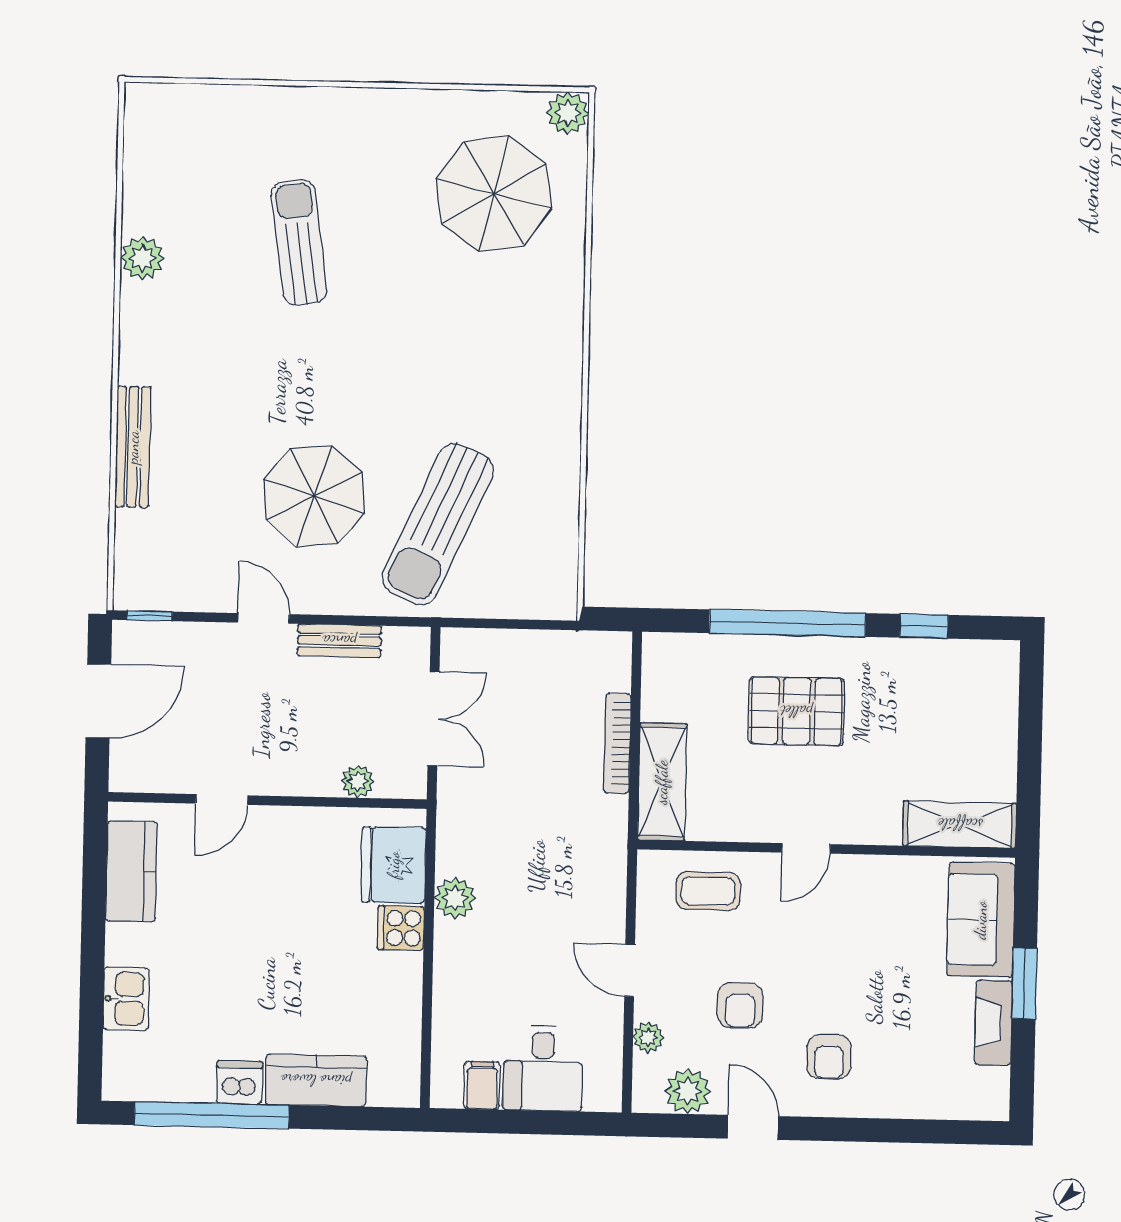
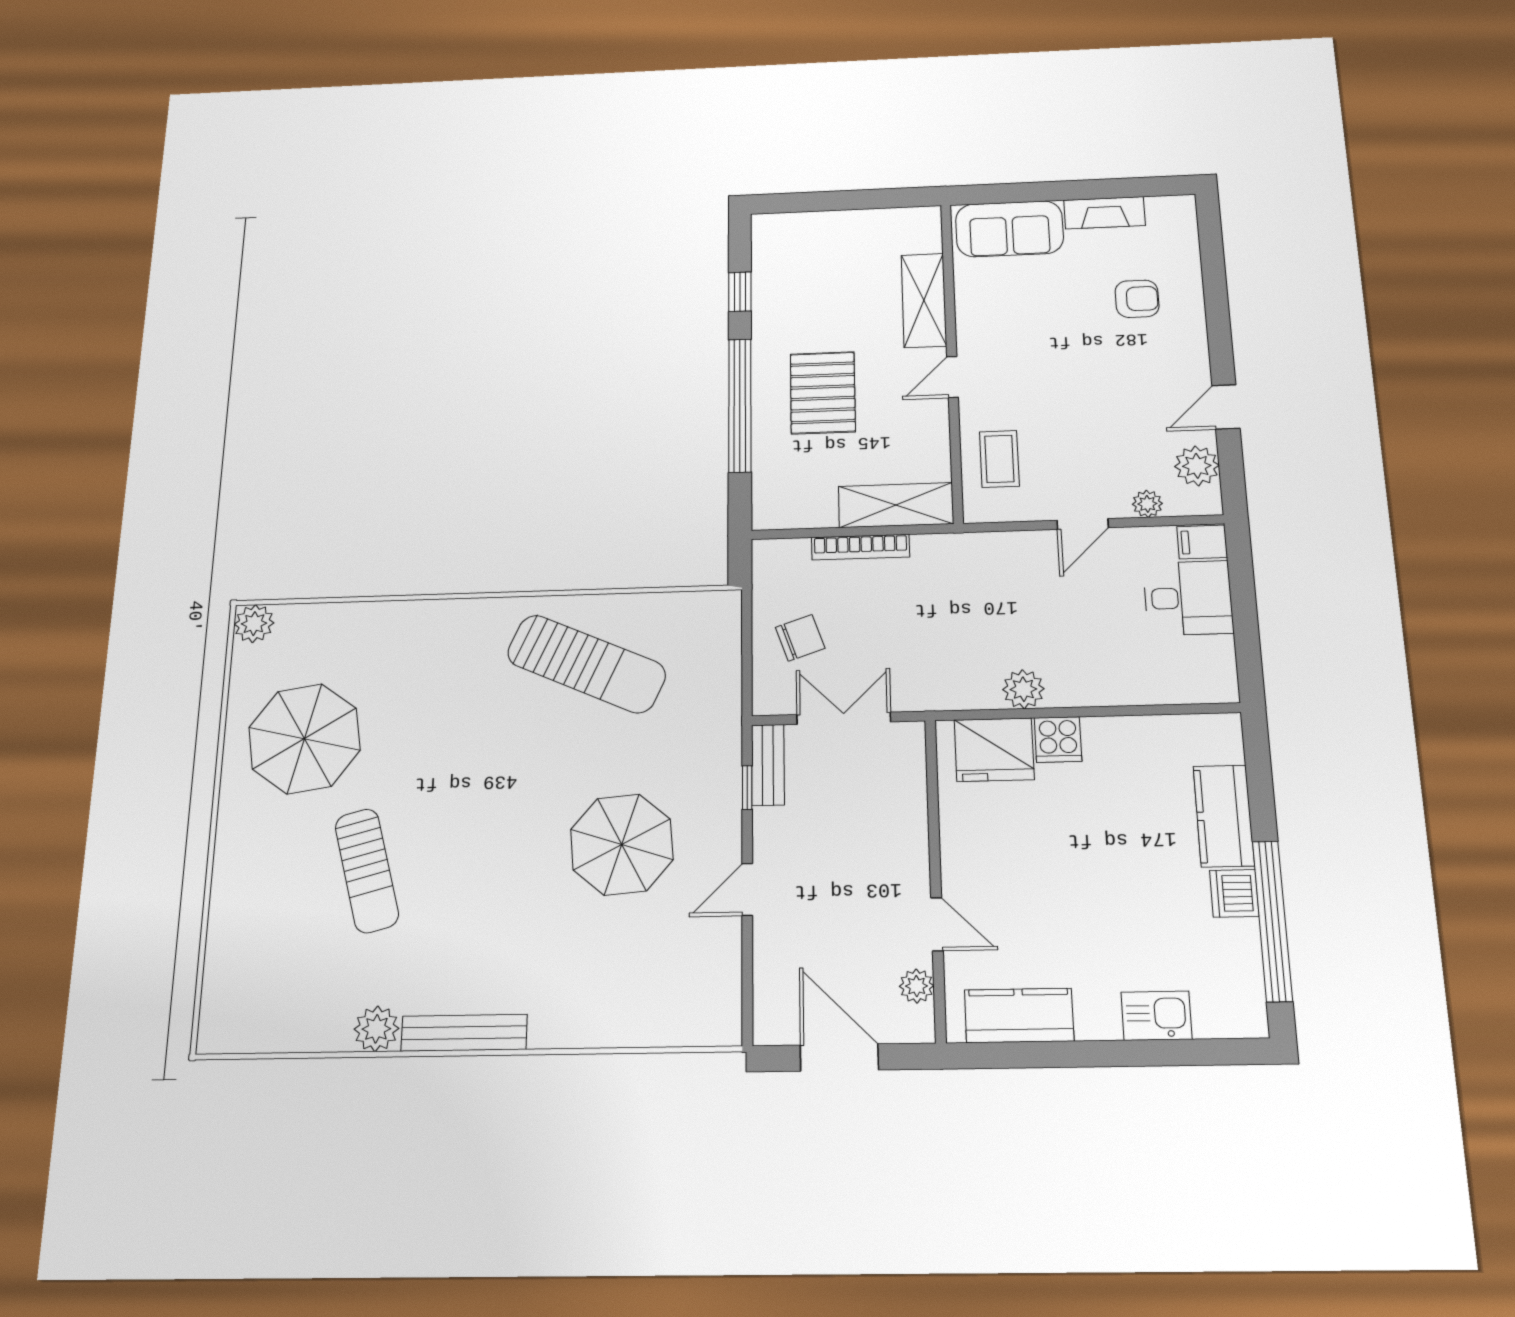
parasol: (494, 194) -> (304, 739), moved
sun lounger: (299, 242) -> (367, 871), turned -97
bench: (133, 447) -> (464, 1033), moved
sun lounger: (438, 524) -> (586, 664), moved
window: (150, 616) -> (747, 788), moved
bench: (339, 641) -> (768, 765), moved
chair: (521, 678) -> (800, 638), added
plant: (358, 781) -> (917, 986), moved
shelving: (960, 824) -> (924, 300), moved
door: (806, 848) -> (953, 377), swing flipped
window: (1024, 984) -> (1066, 190), removed
armchair: (740, 1005) -> (1108, 425), removed
armchair: (829, 1057) -> (1137, 299), moved
filing cabinet: (482, 1085) -> (1202, 542), moved

